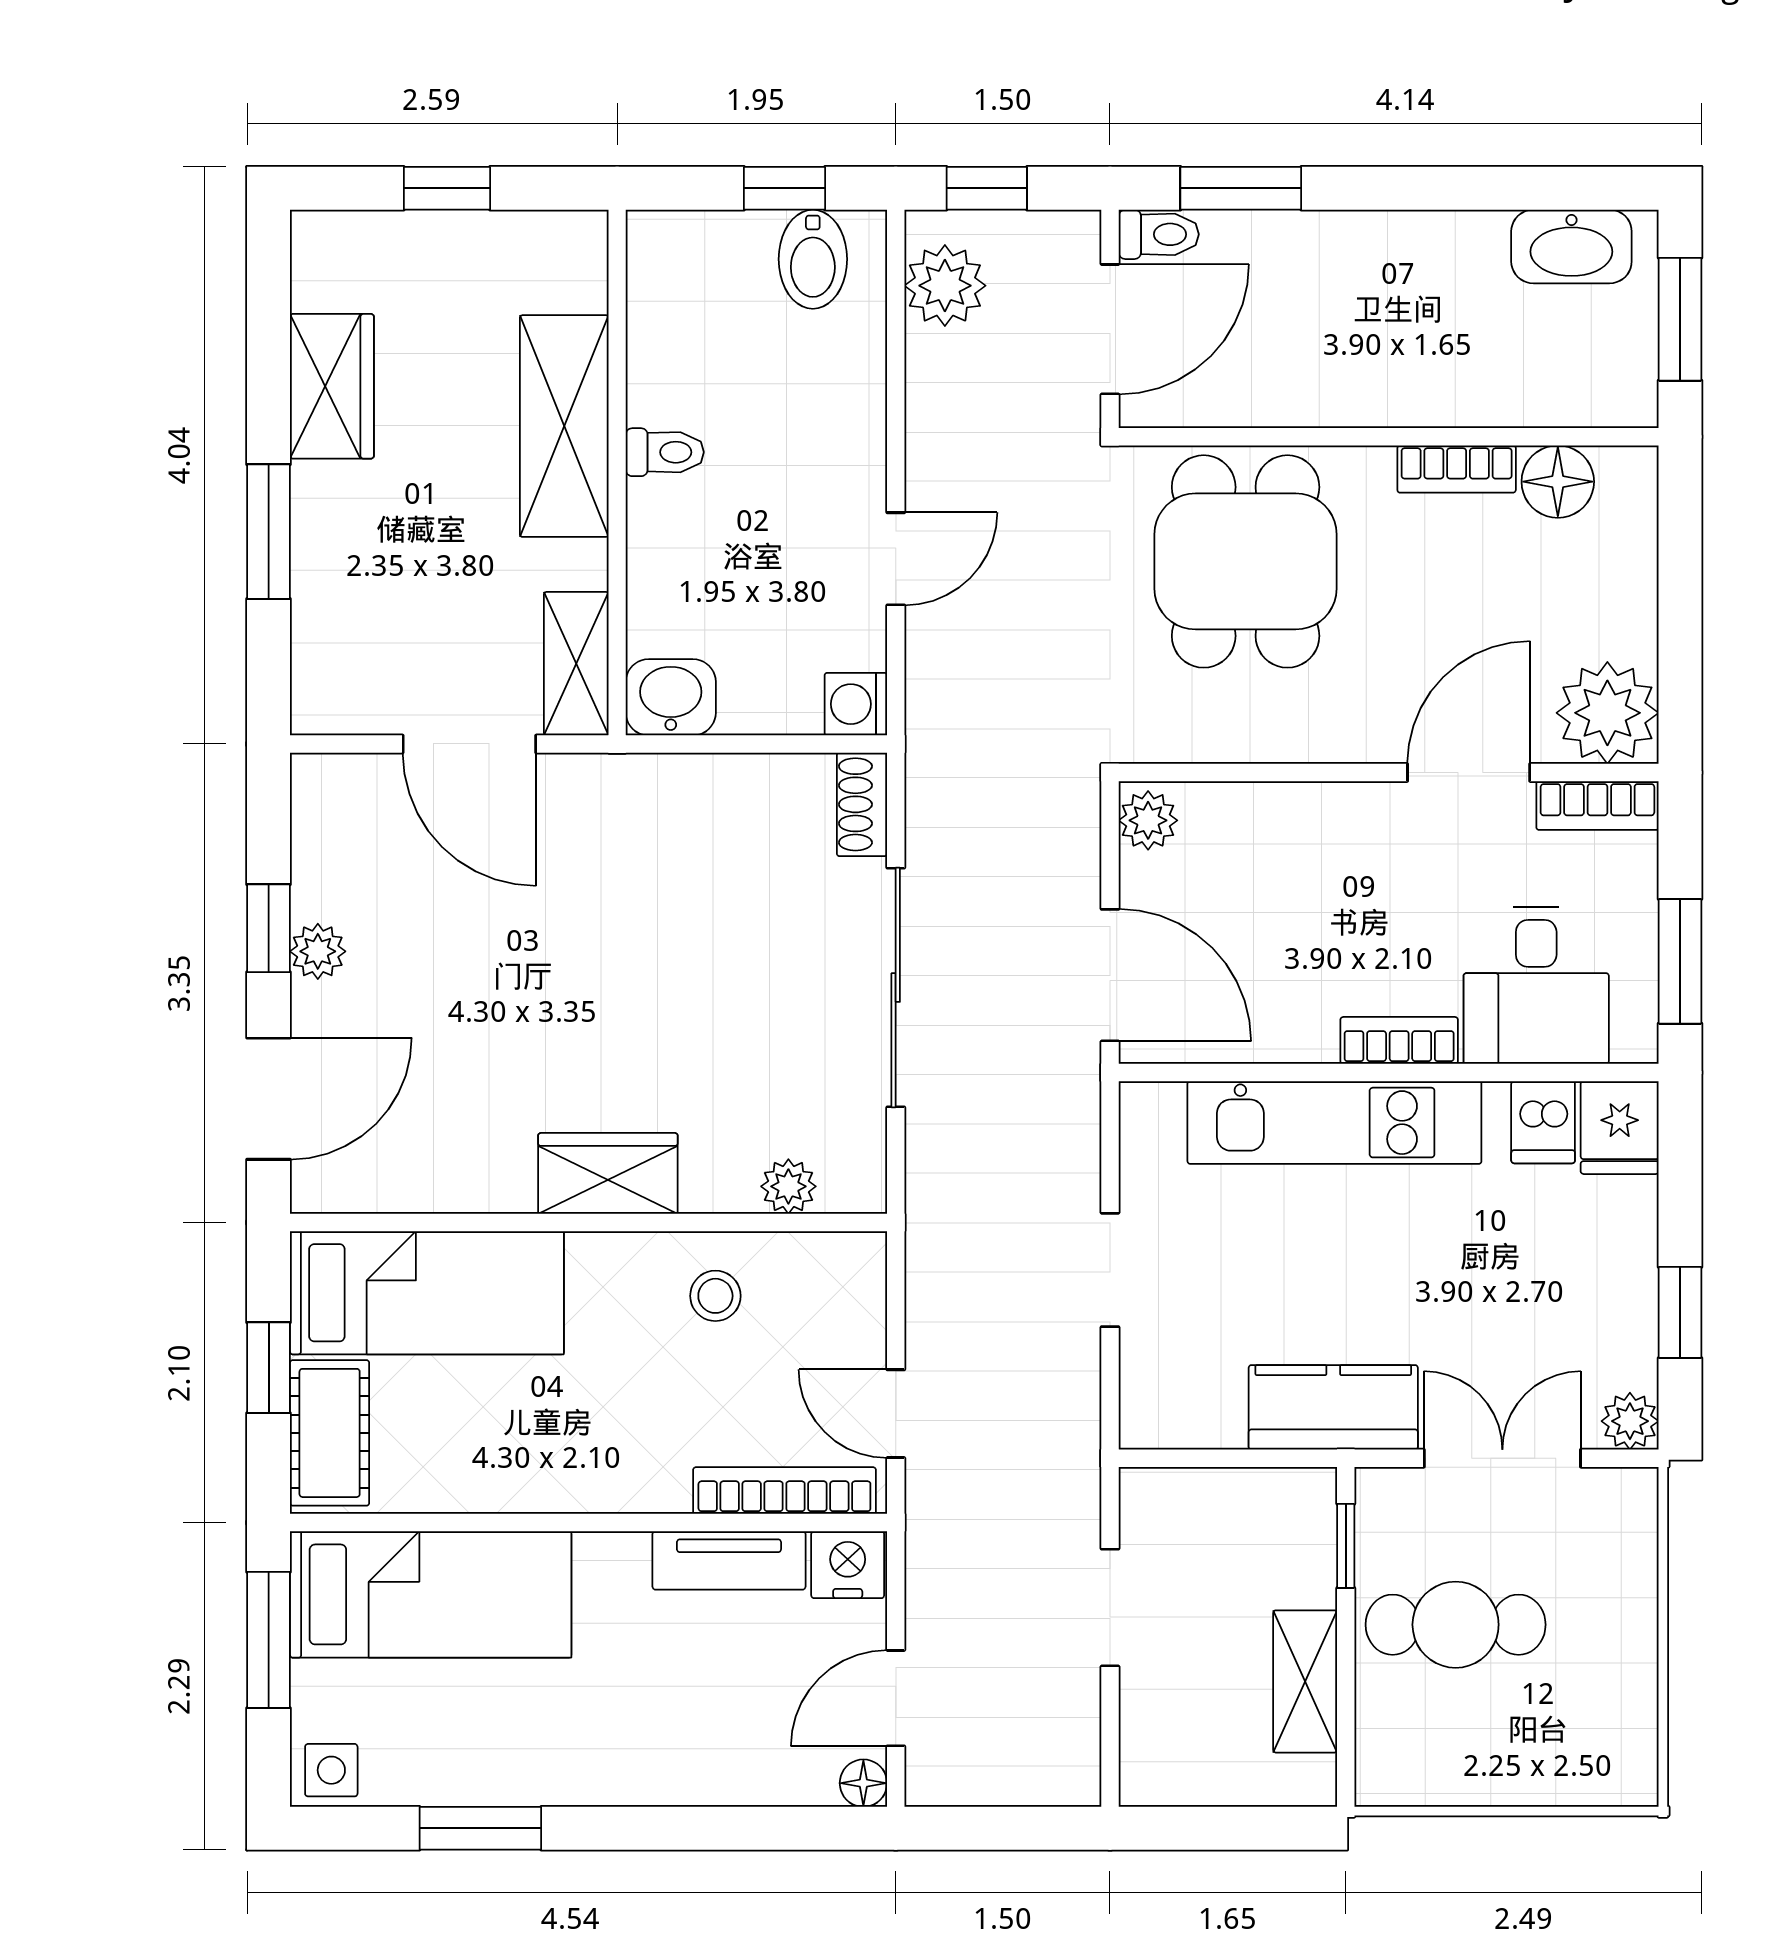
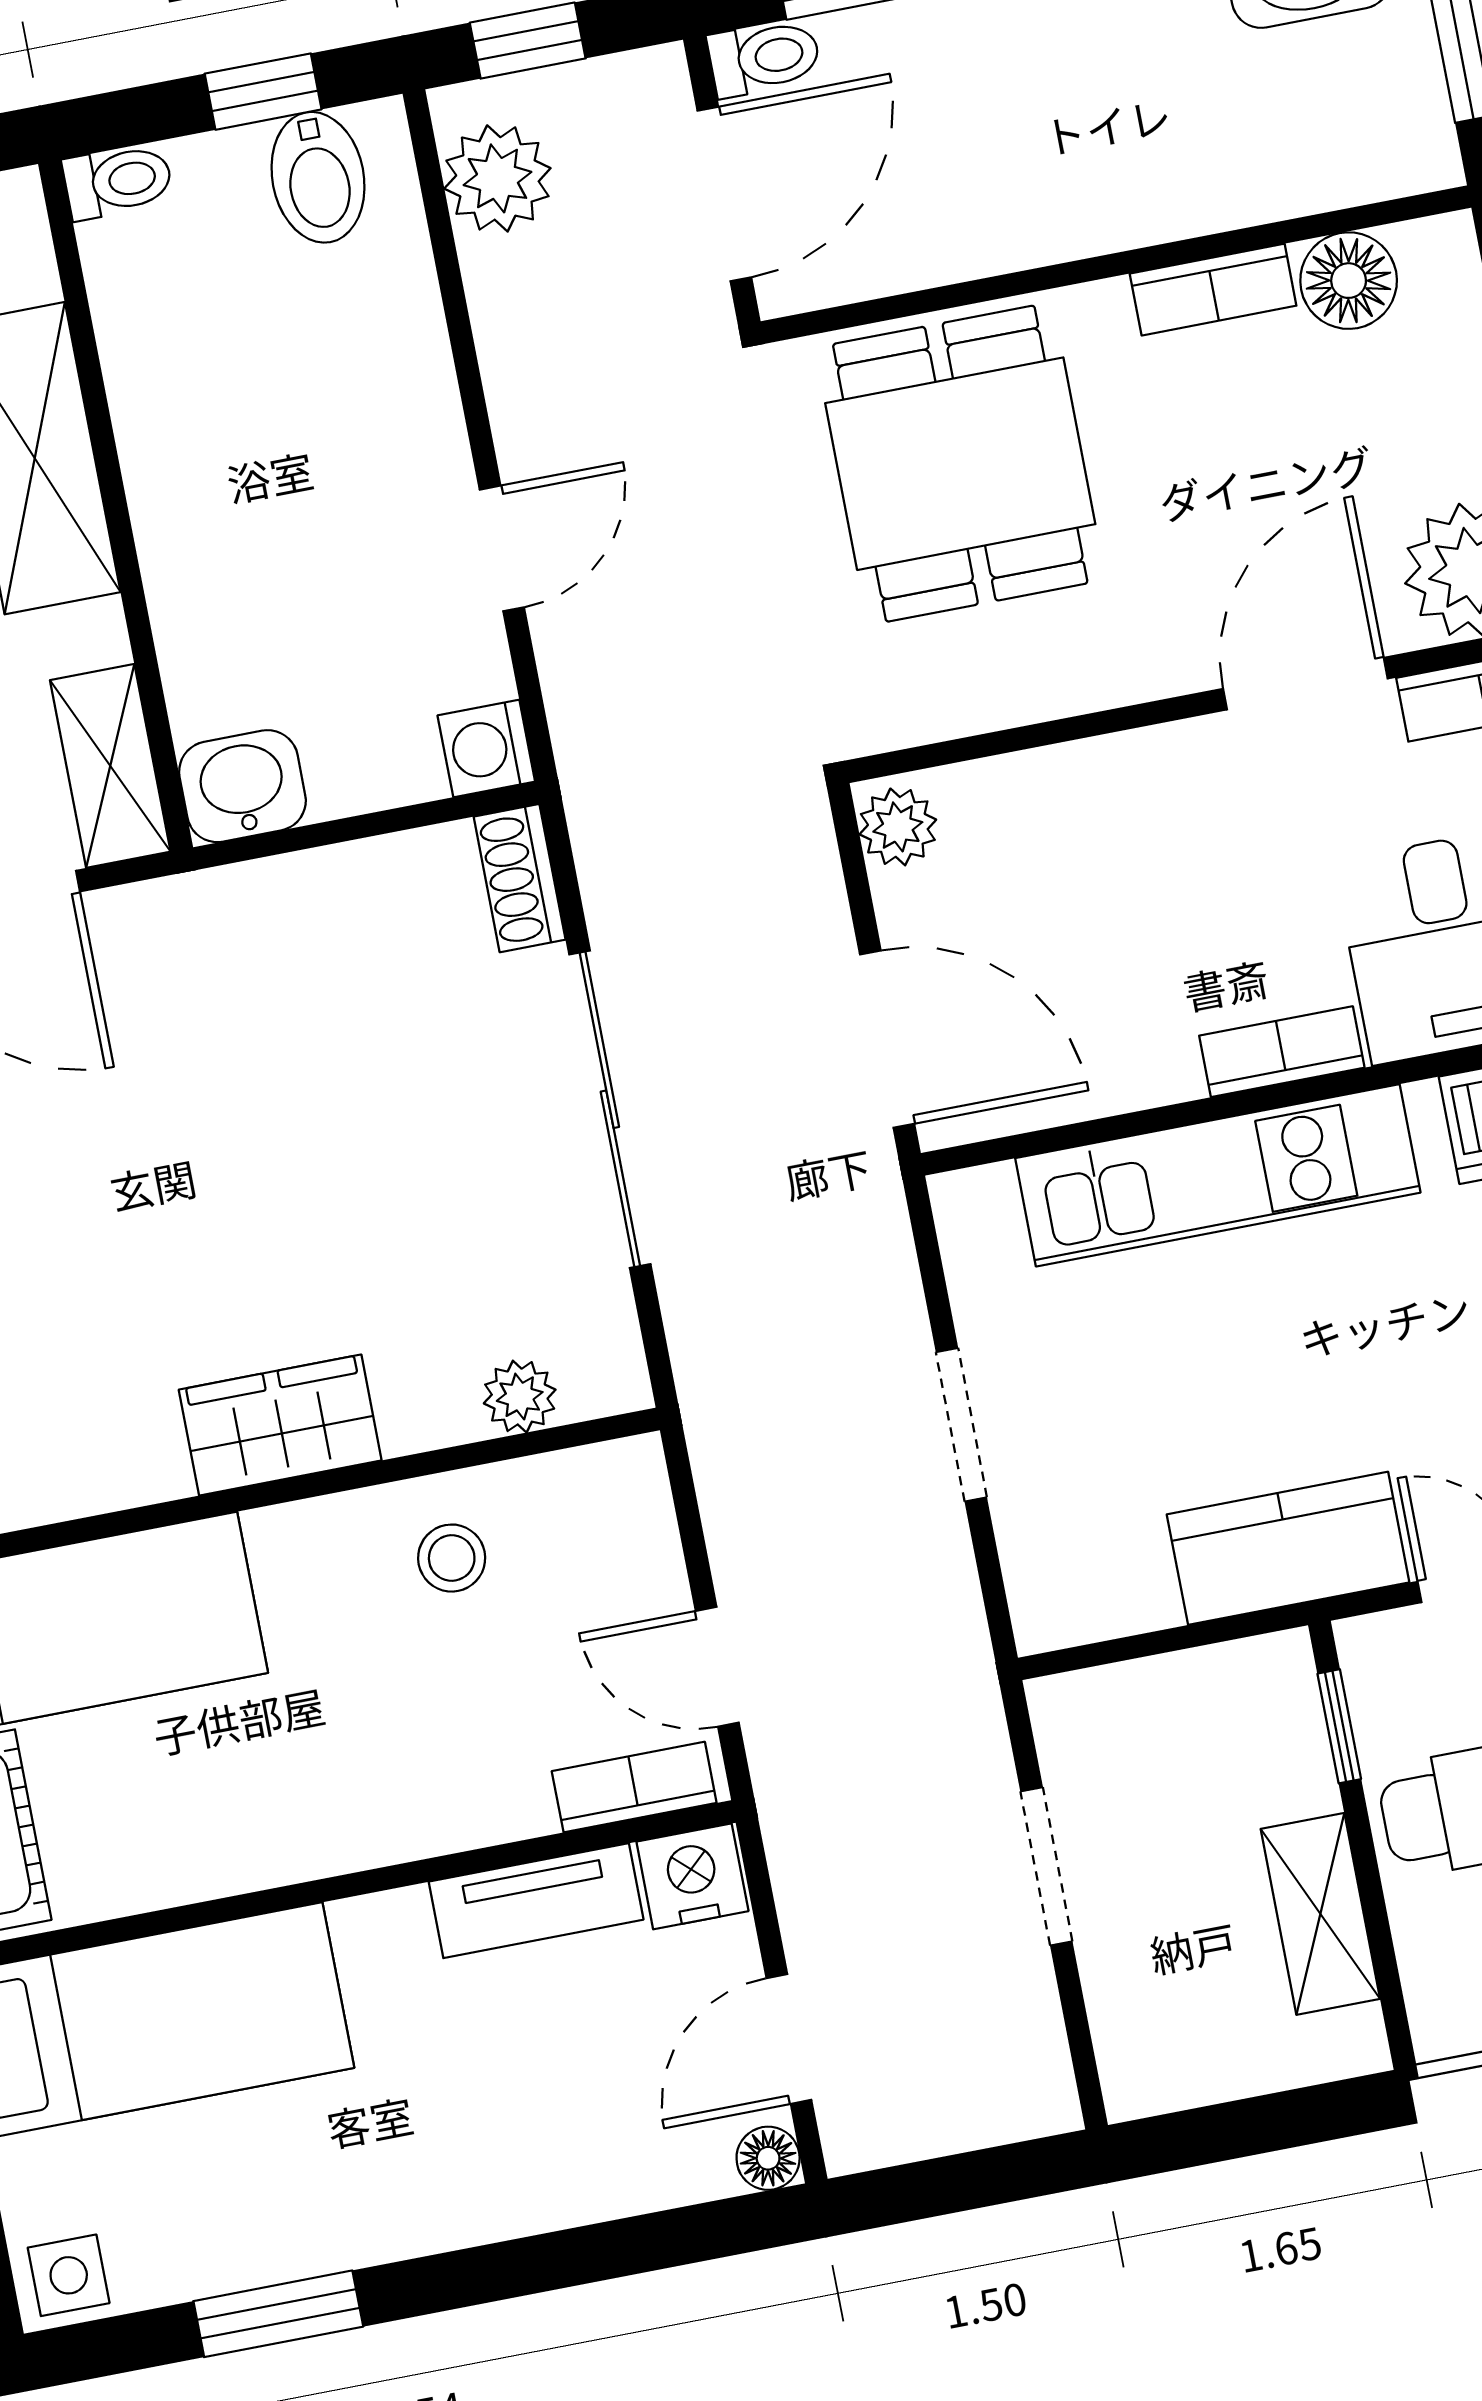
toilet: (665, 452) -> (118, 181), moved
bookcase: (784, 1491) -> (634, 1787), width x0.64

